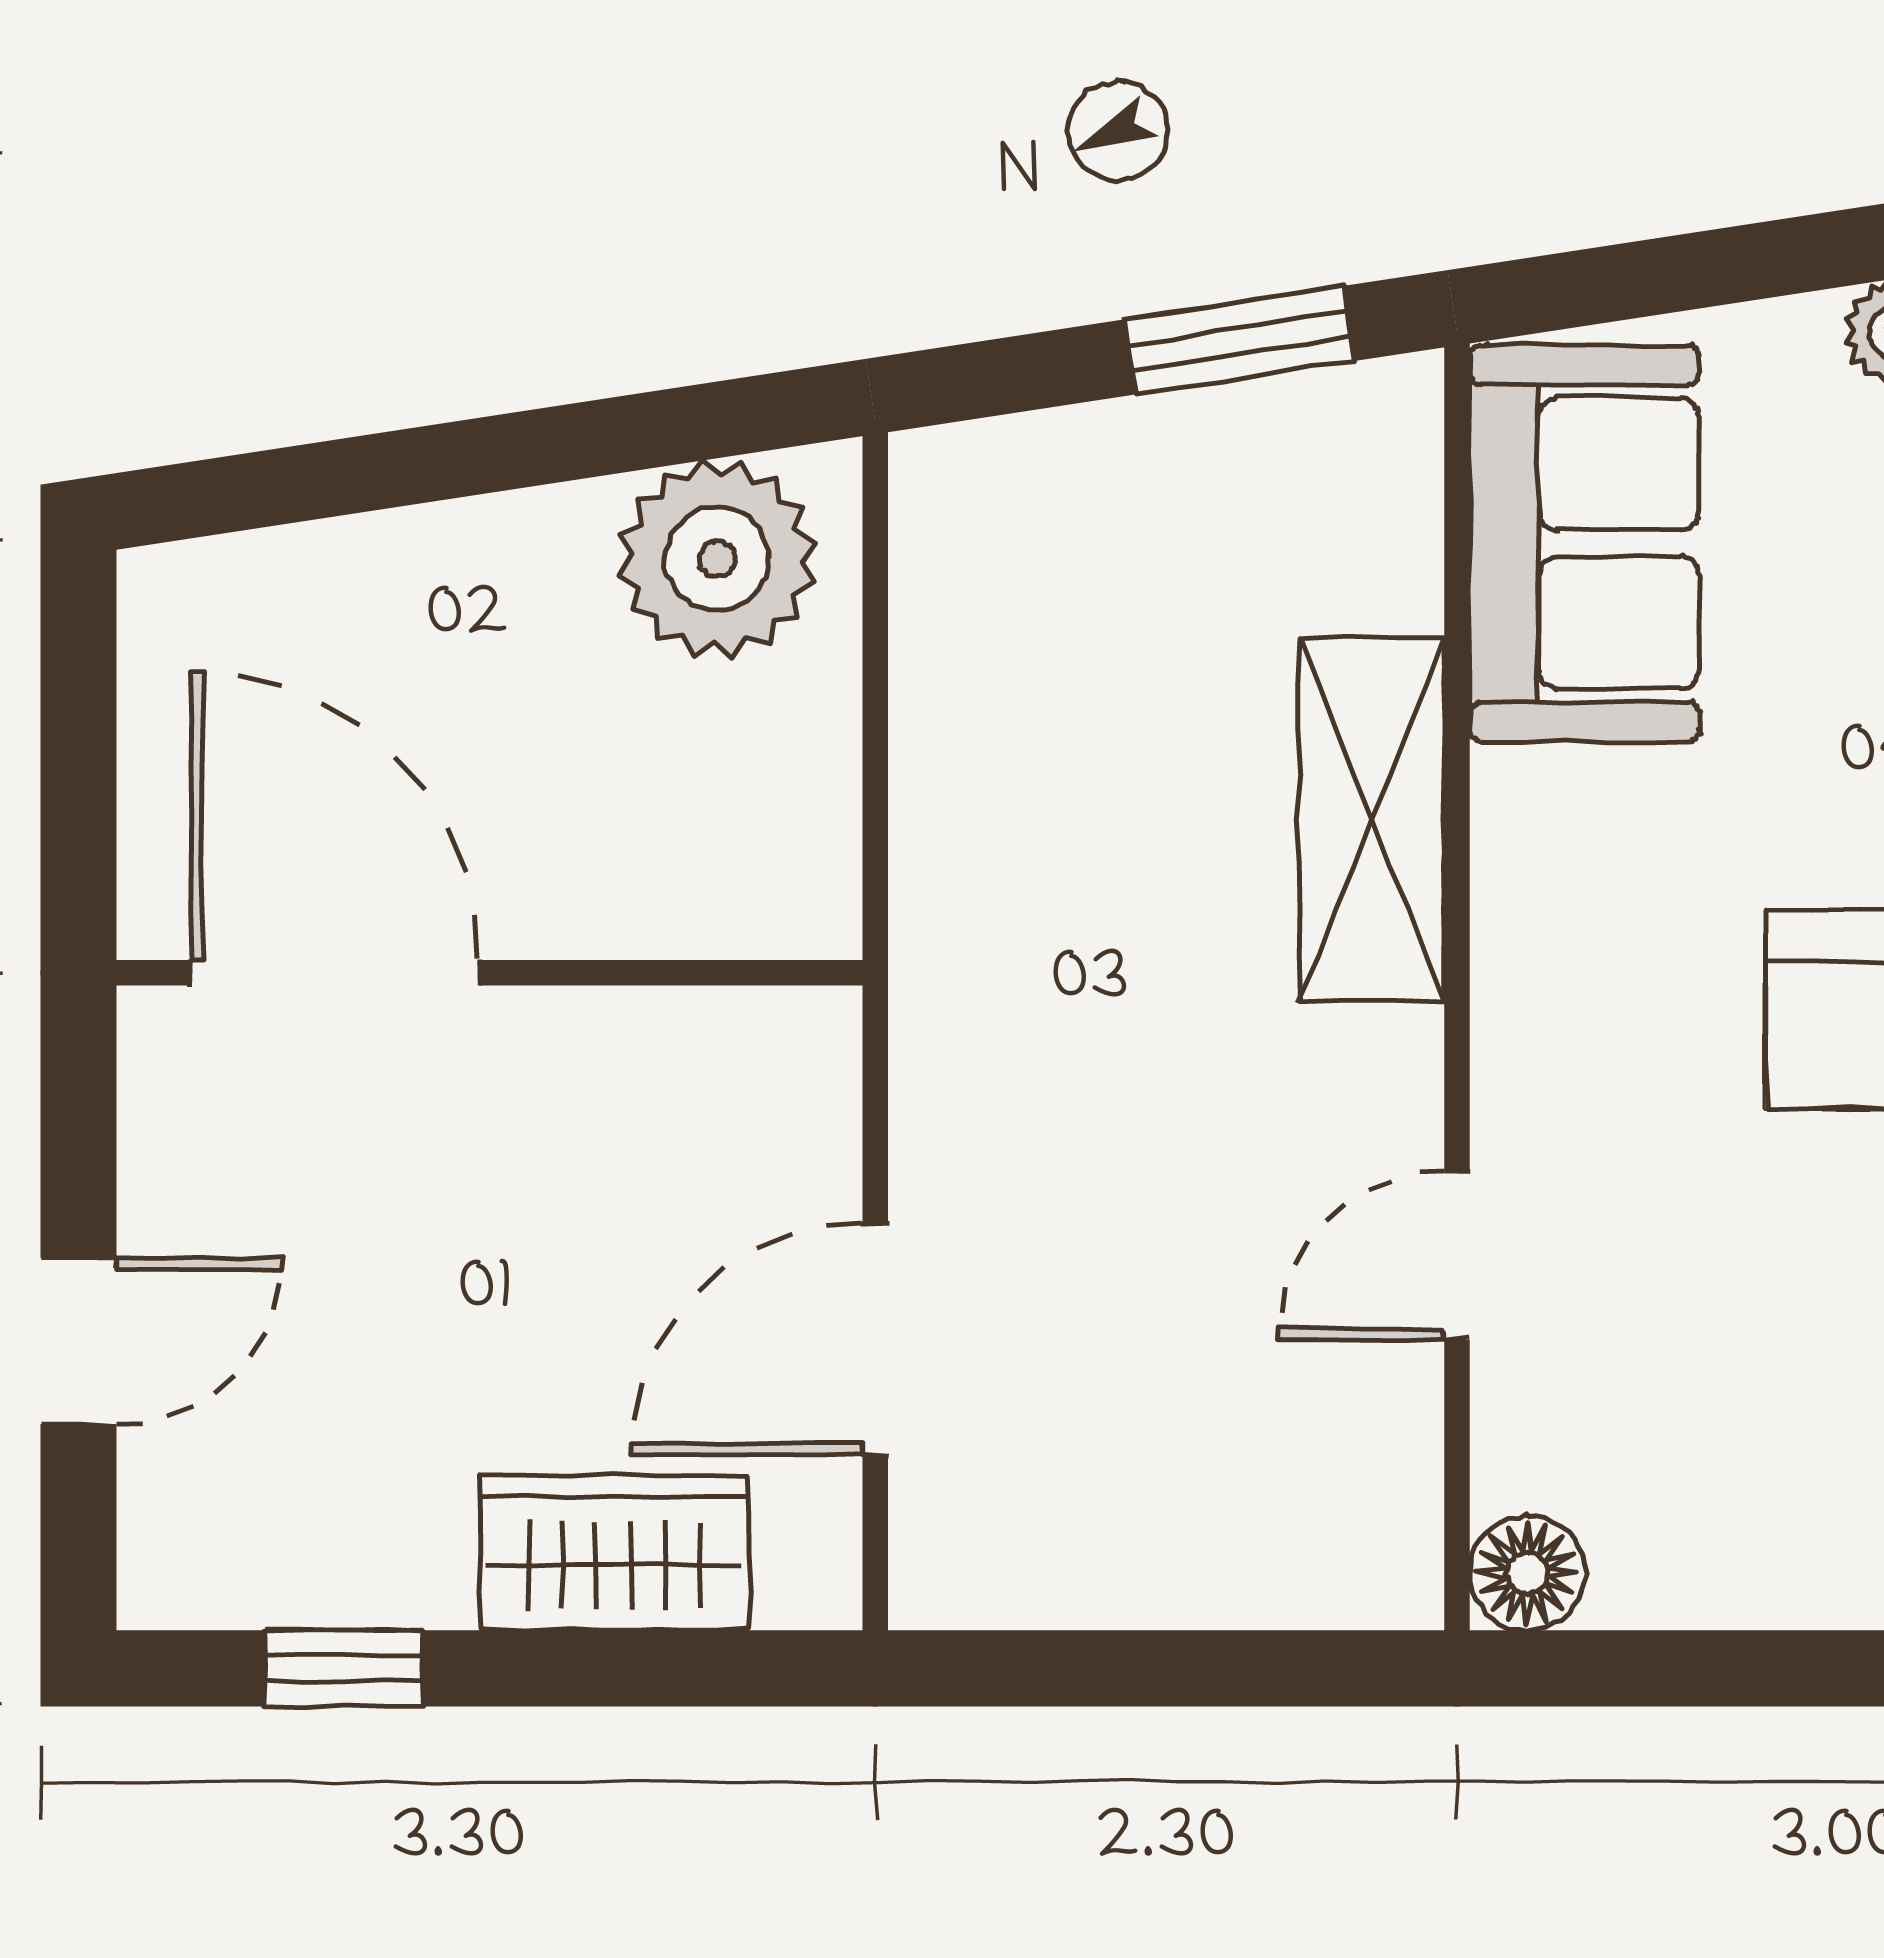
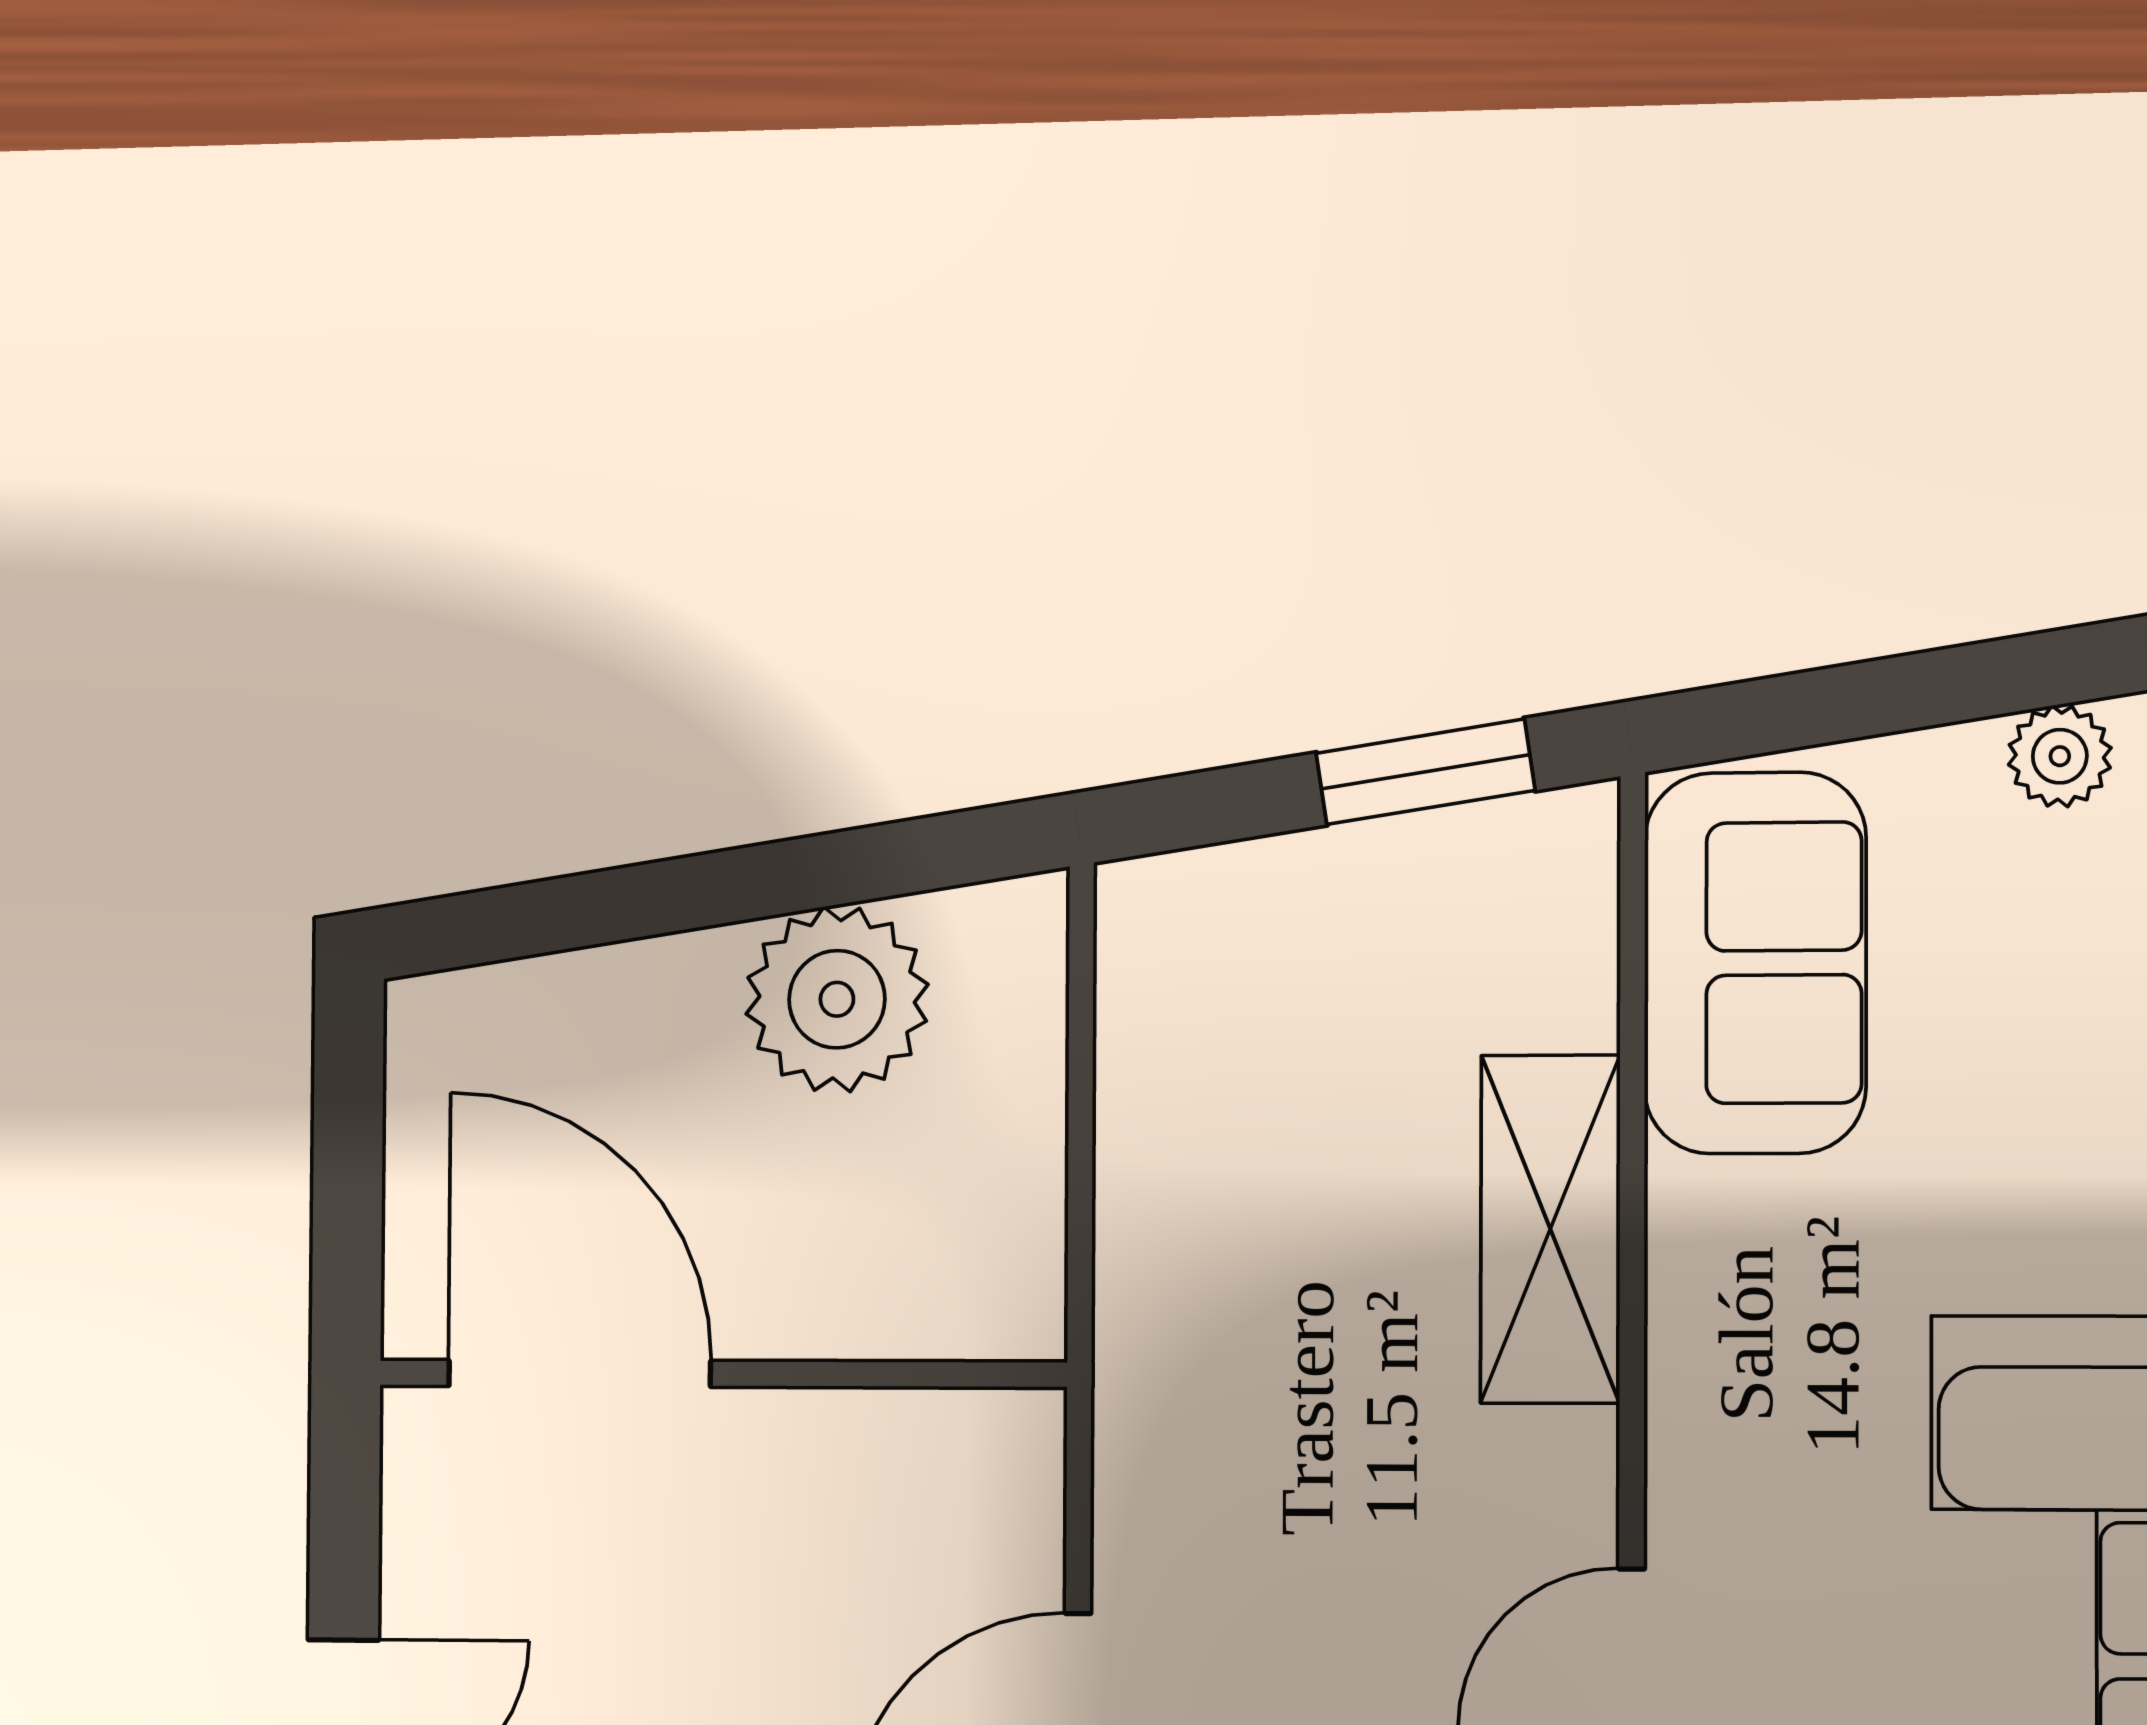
plant: (717, 559) -> (837, 999), moved

